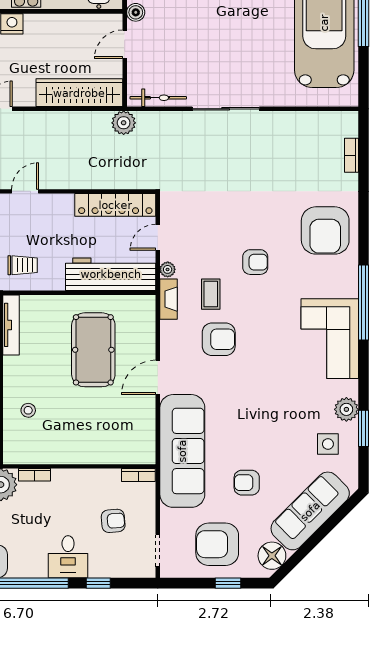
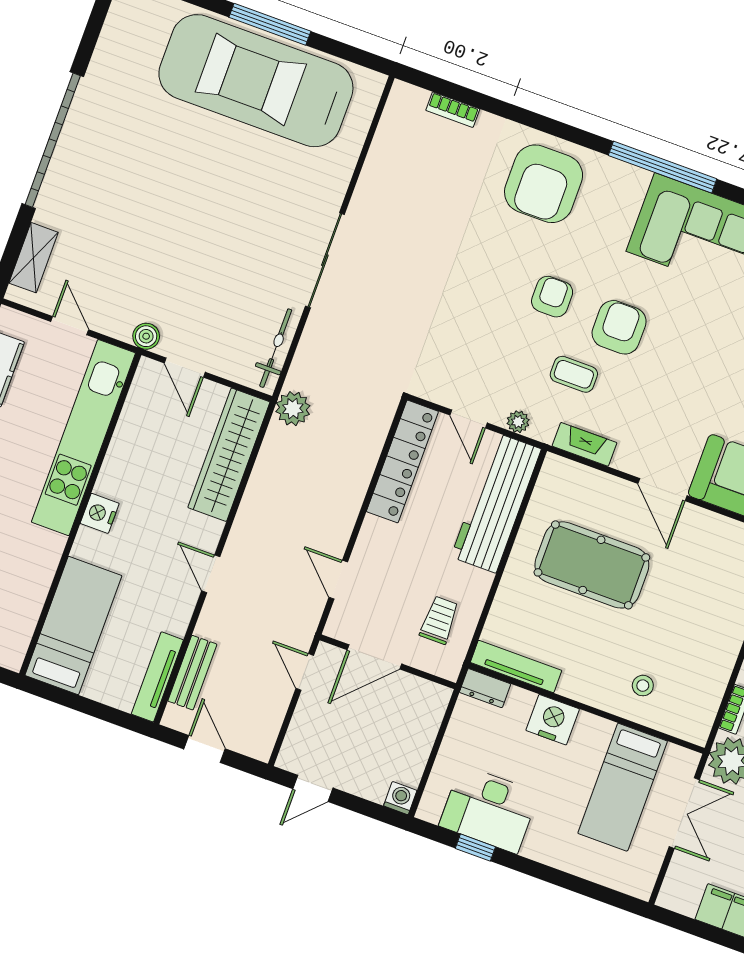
armchair: (325, 230) -> (544, 184), turned 90
fireplace: (169, 299) -> (584, 444), moved
armchair: (219, 339) -> (619, 327), moved

